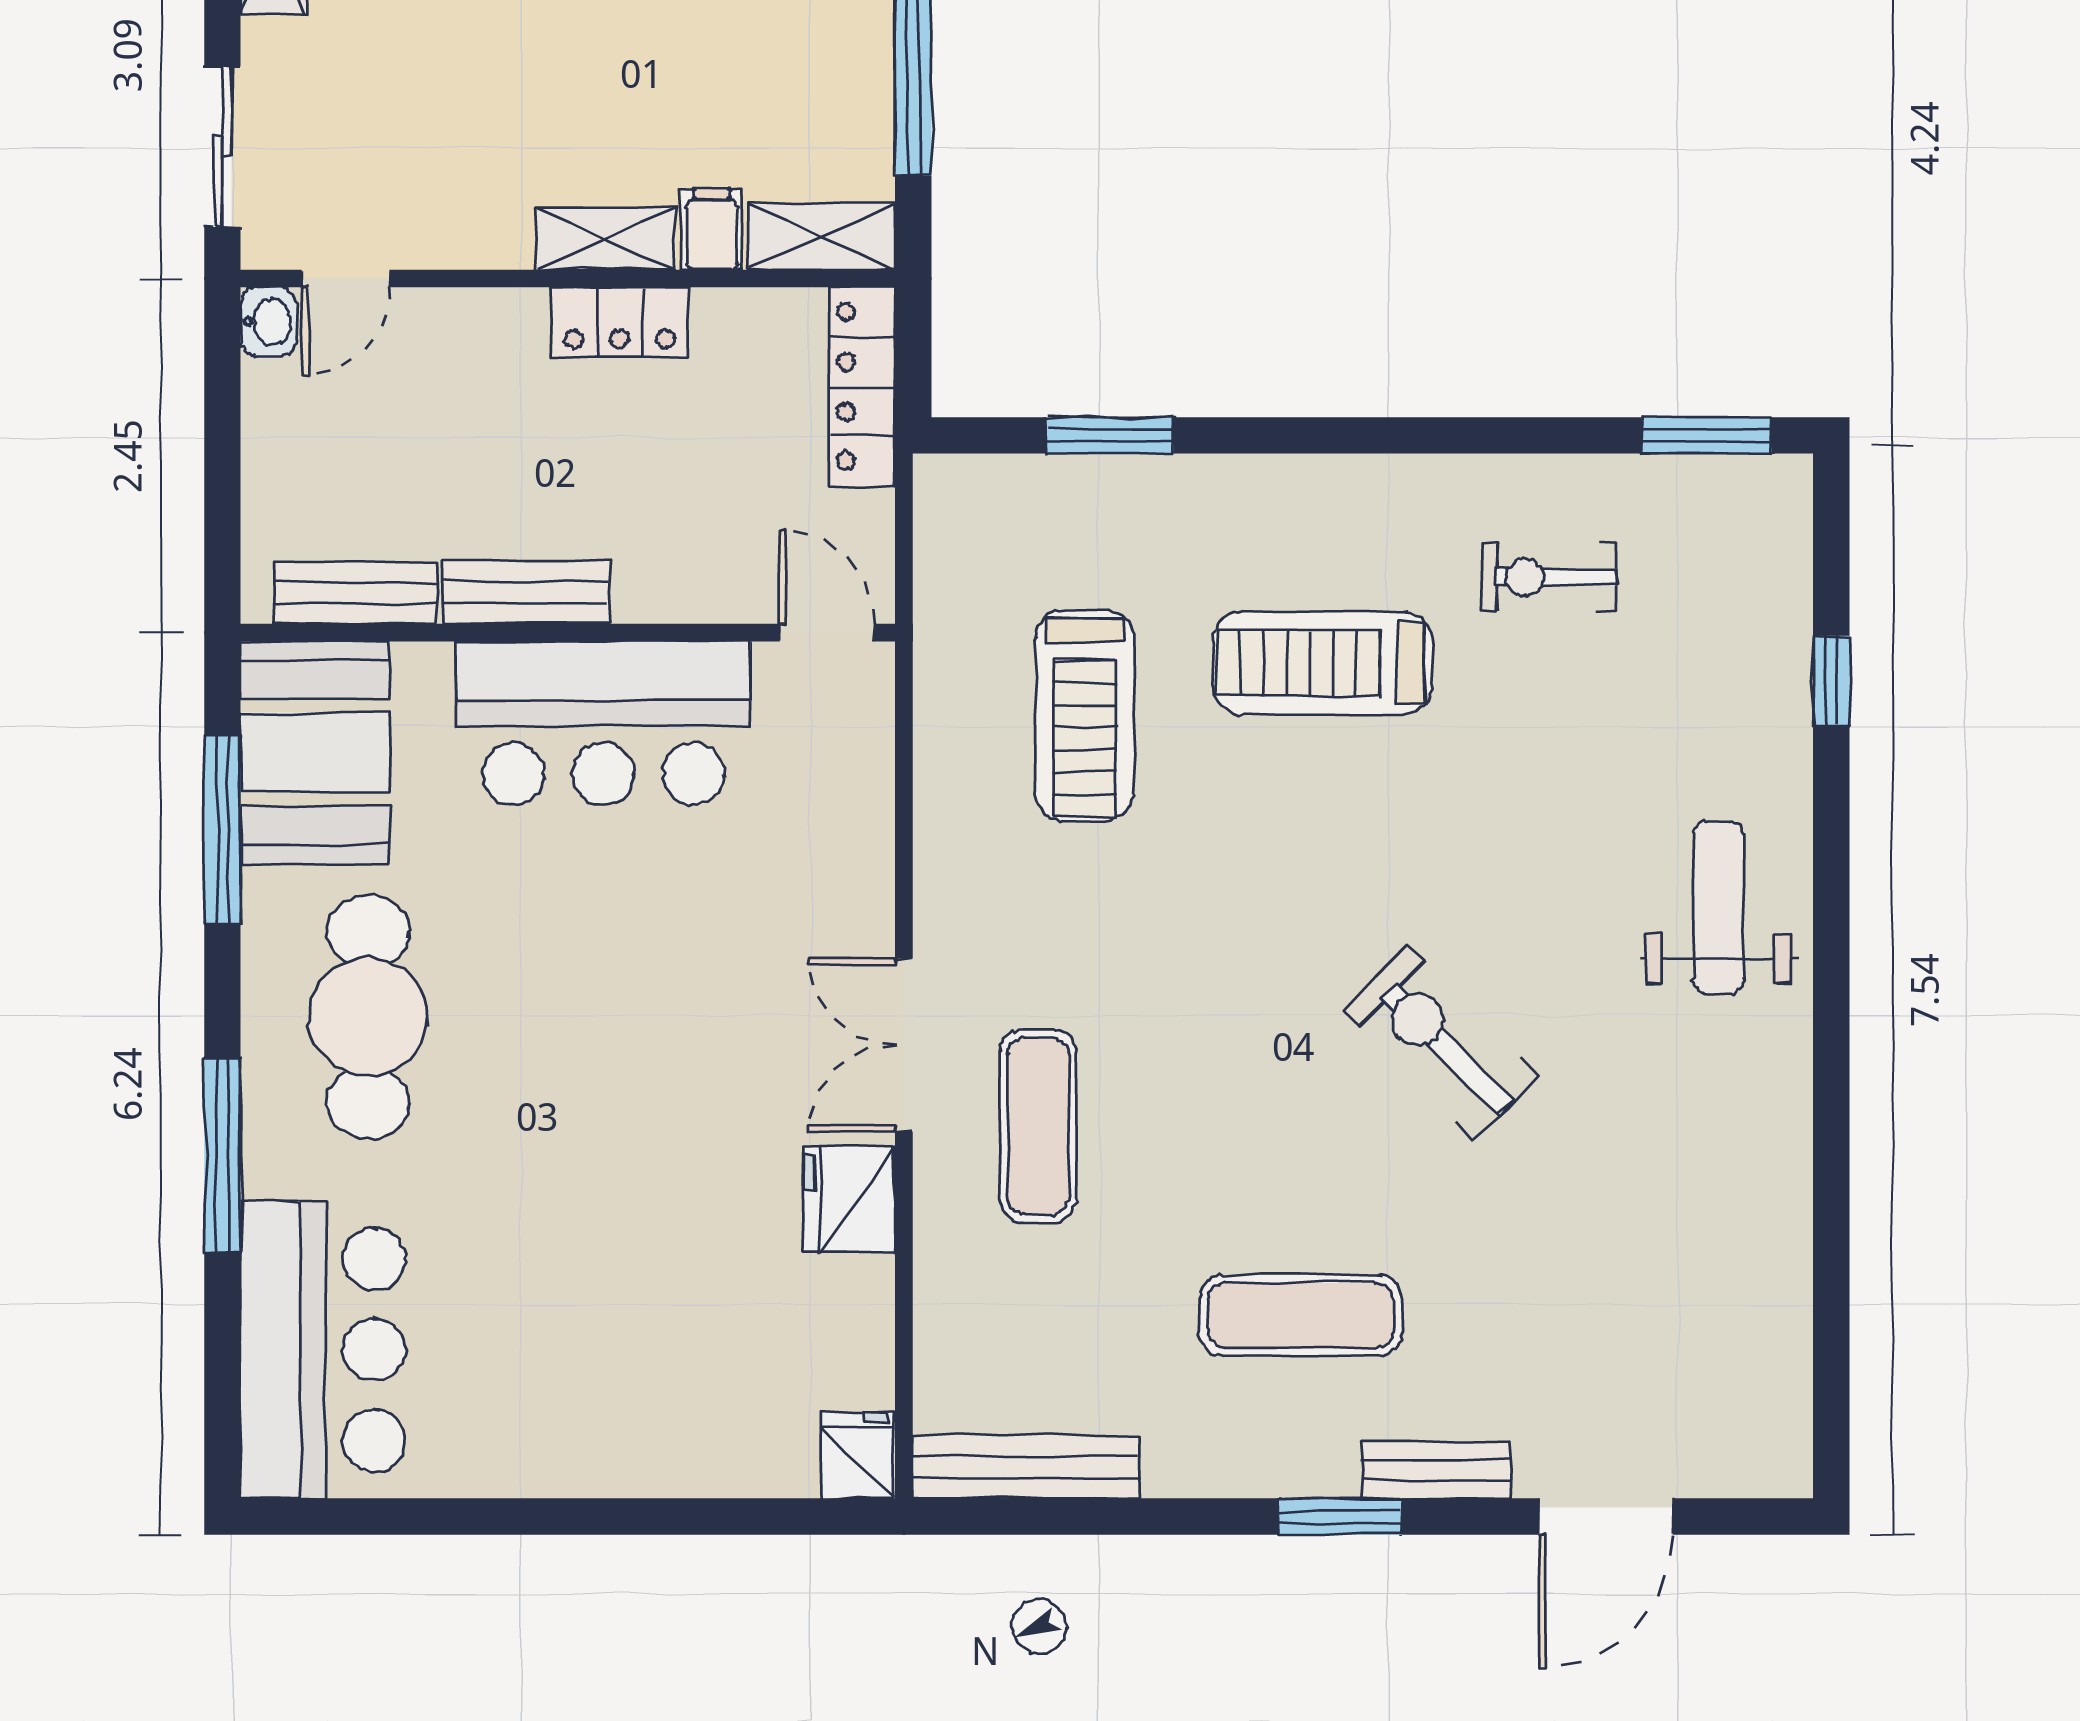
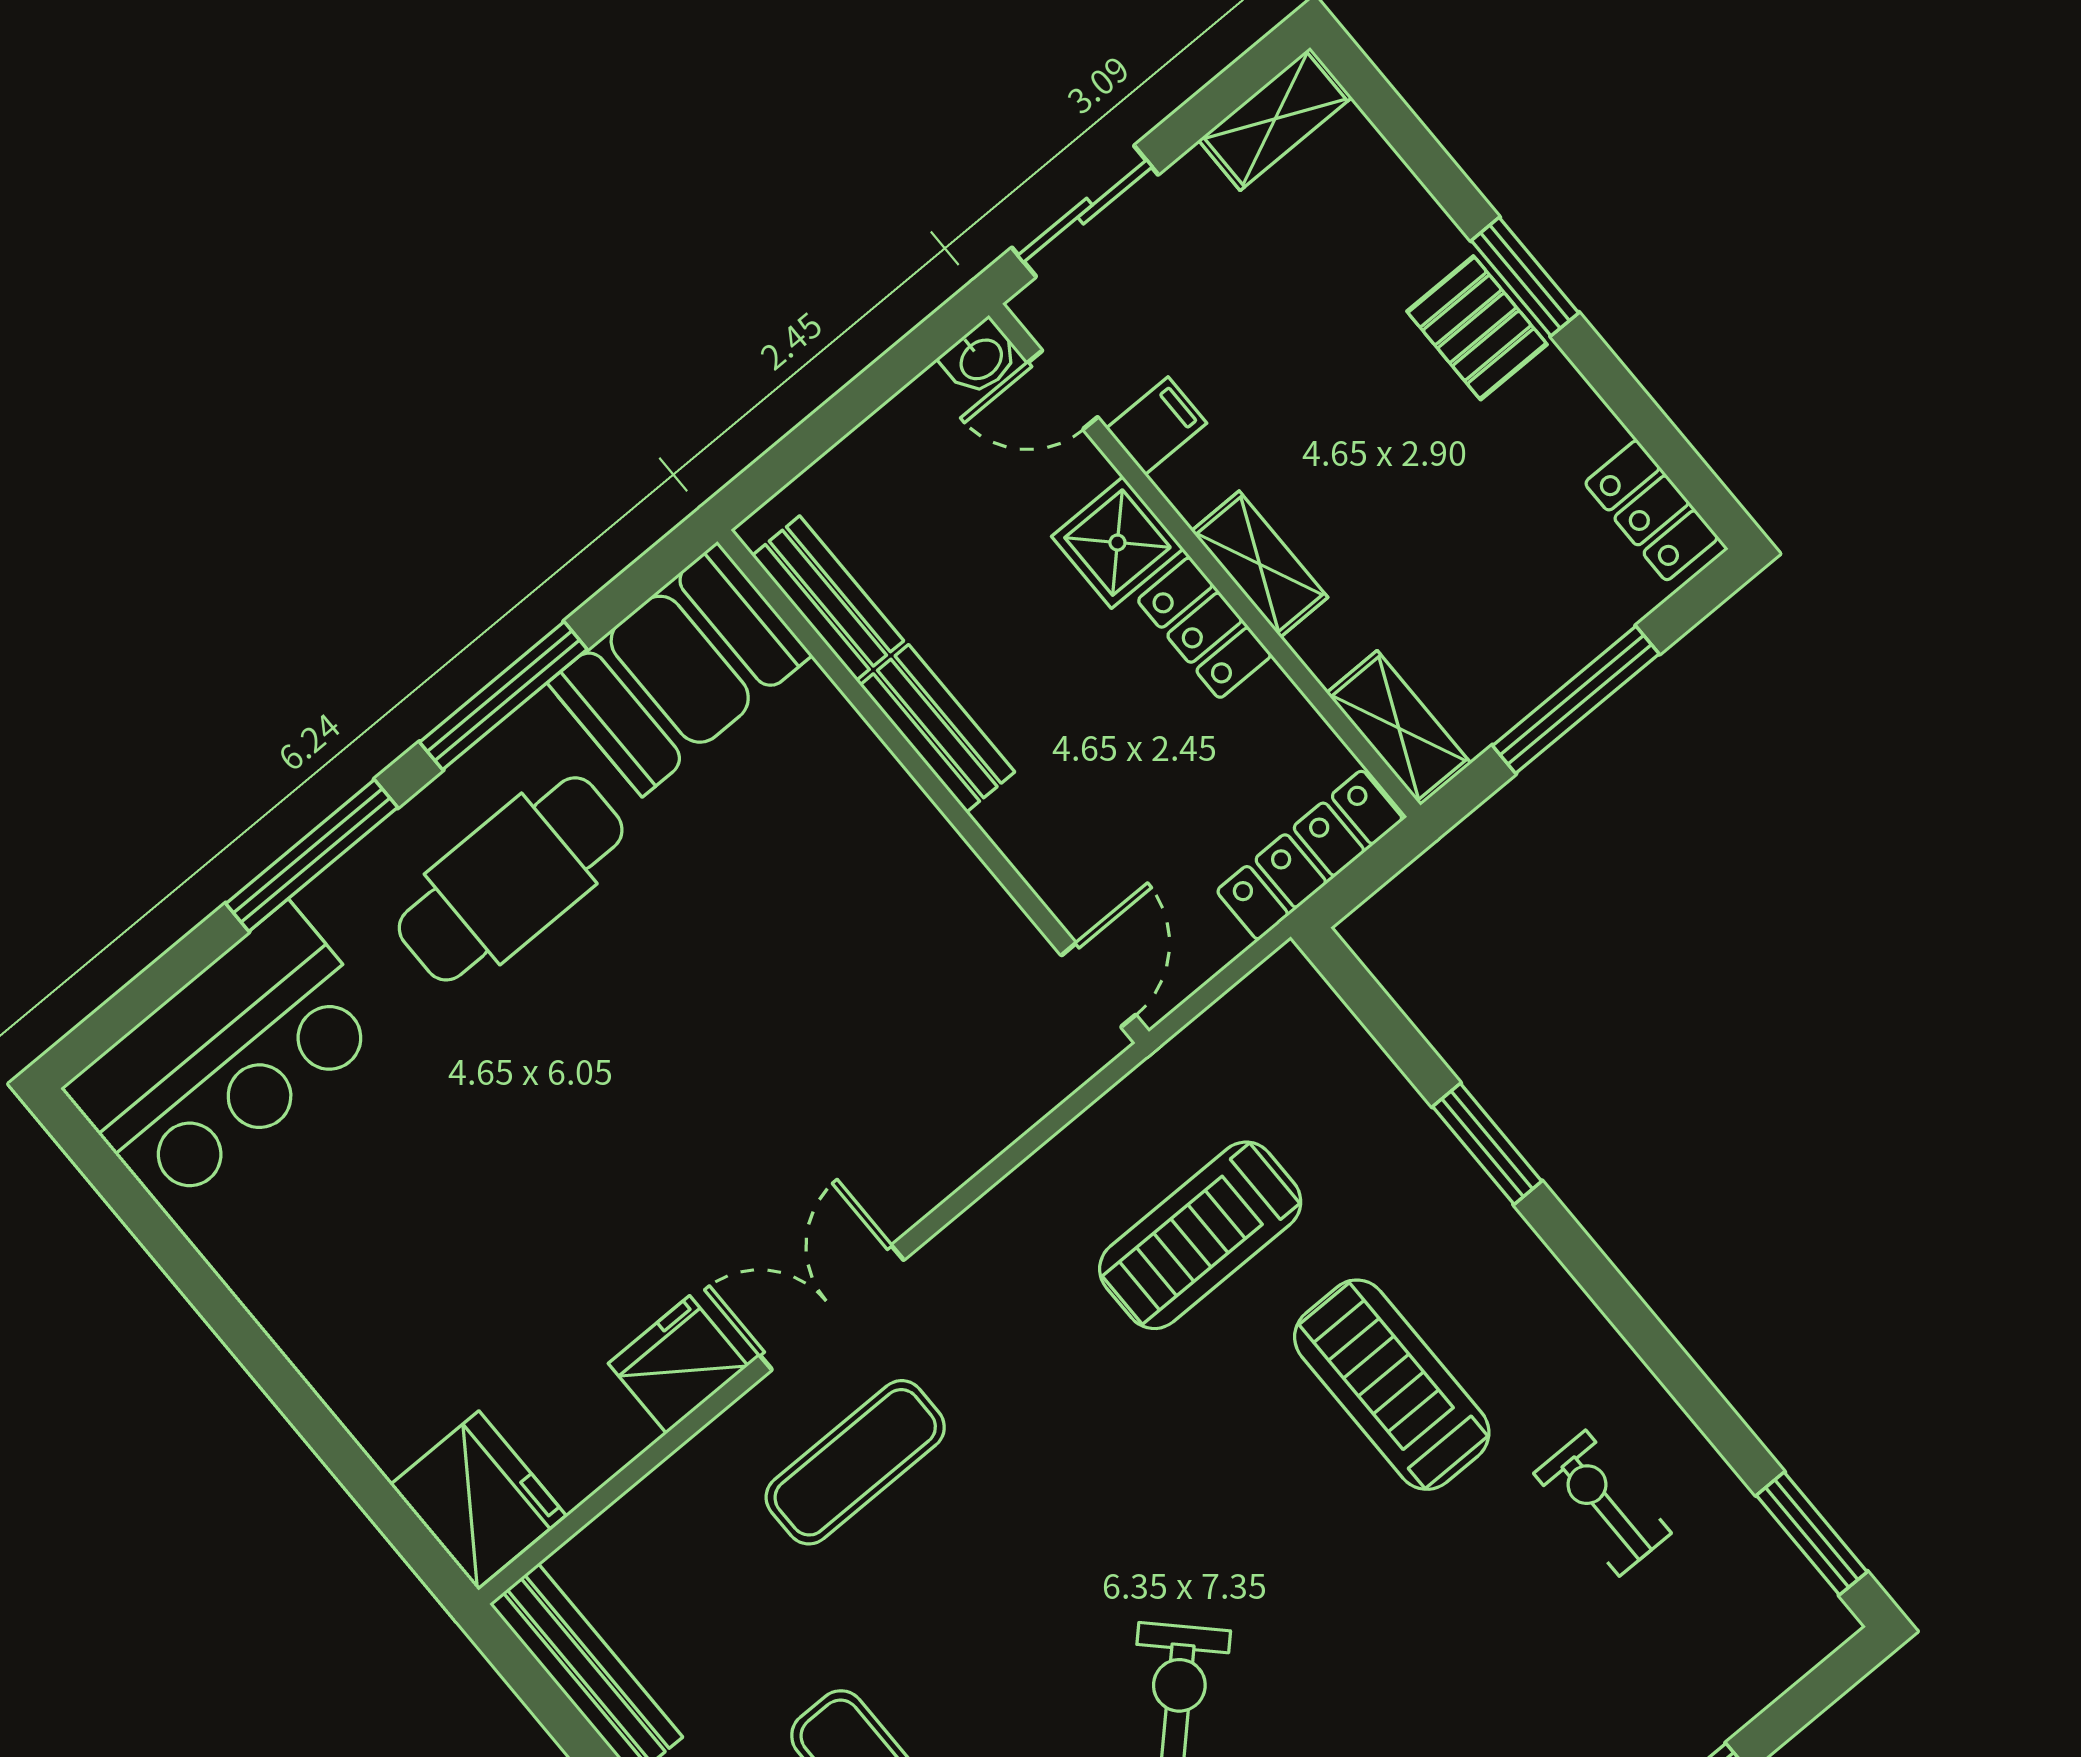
filing cabinet: (712, 229) -> (1156, 426), moved
shower: (498, 334) -> (1117, 543), added
window: (1110, 435) -> (1487, 1144), moved
bar counter: (603, 723) -> (886, 871), removed
window: (222, 830) -> (503, 696), moved
fridge: (857, 1455) -> (478, 1500), width x1.88, depth x1.34

